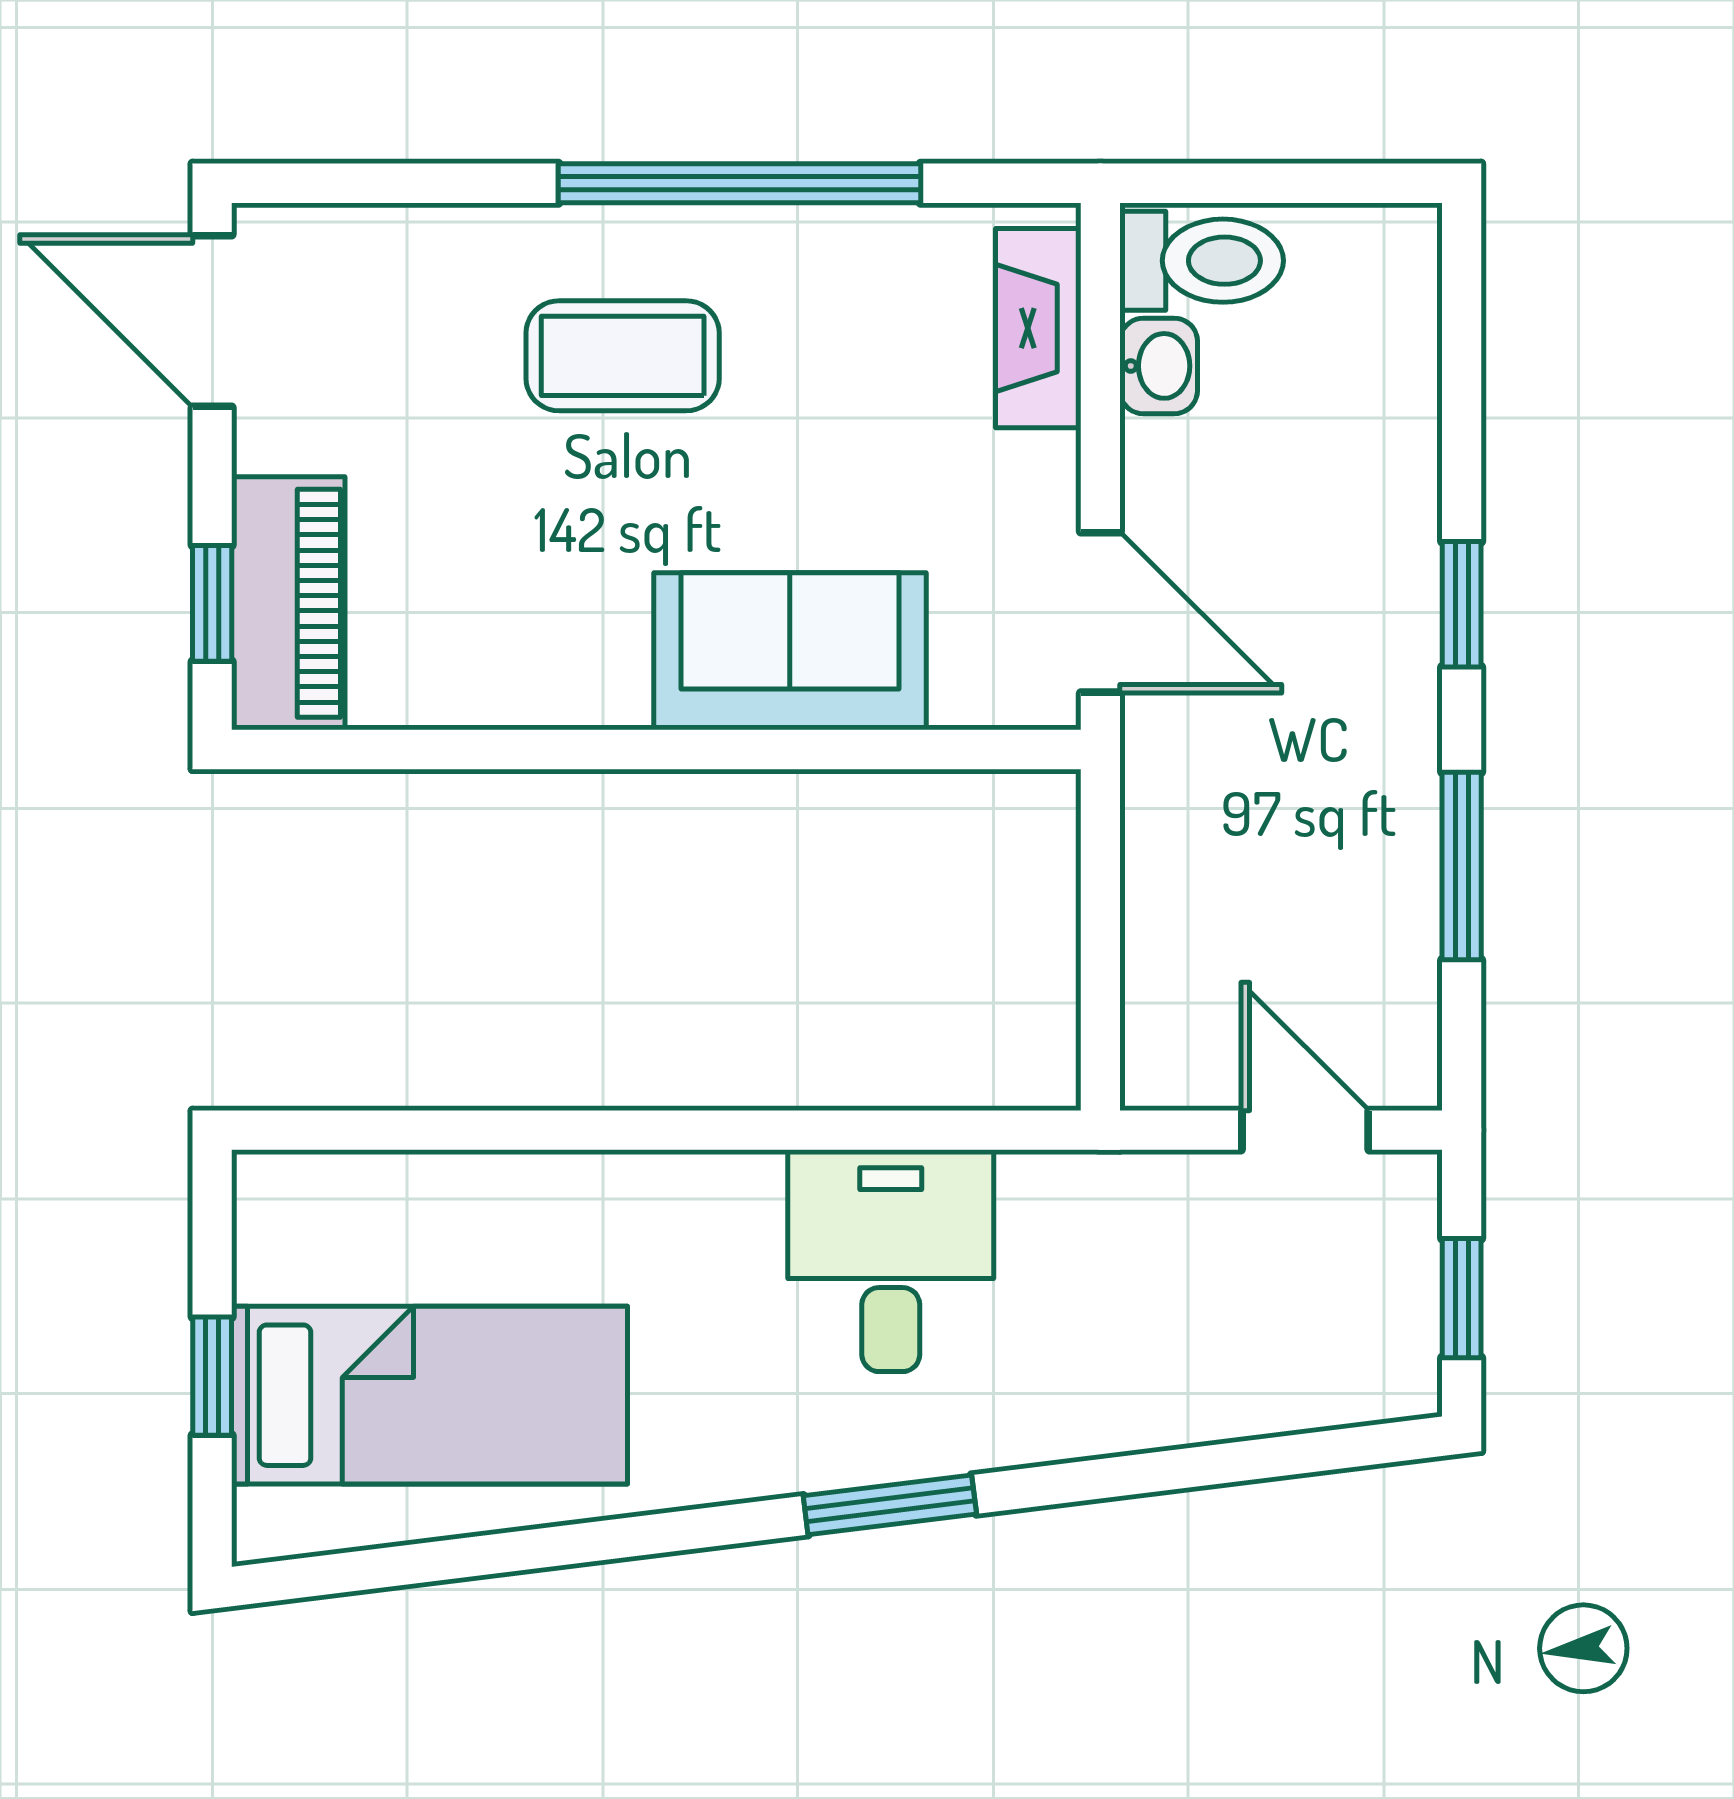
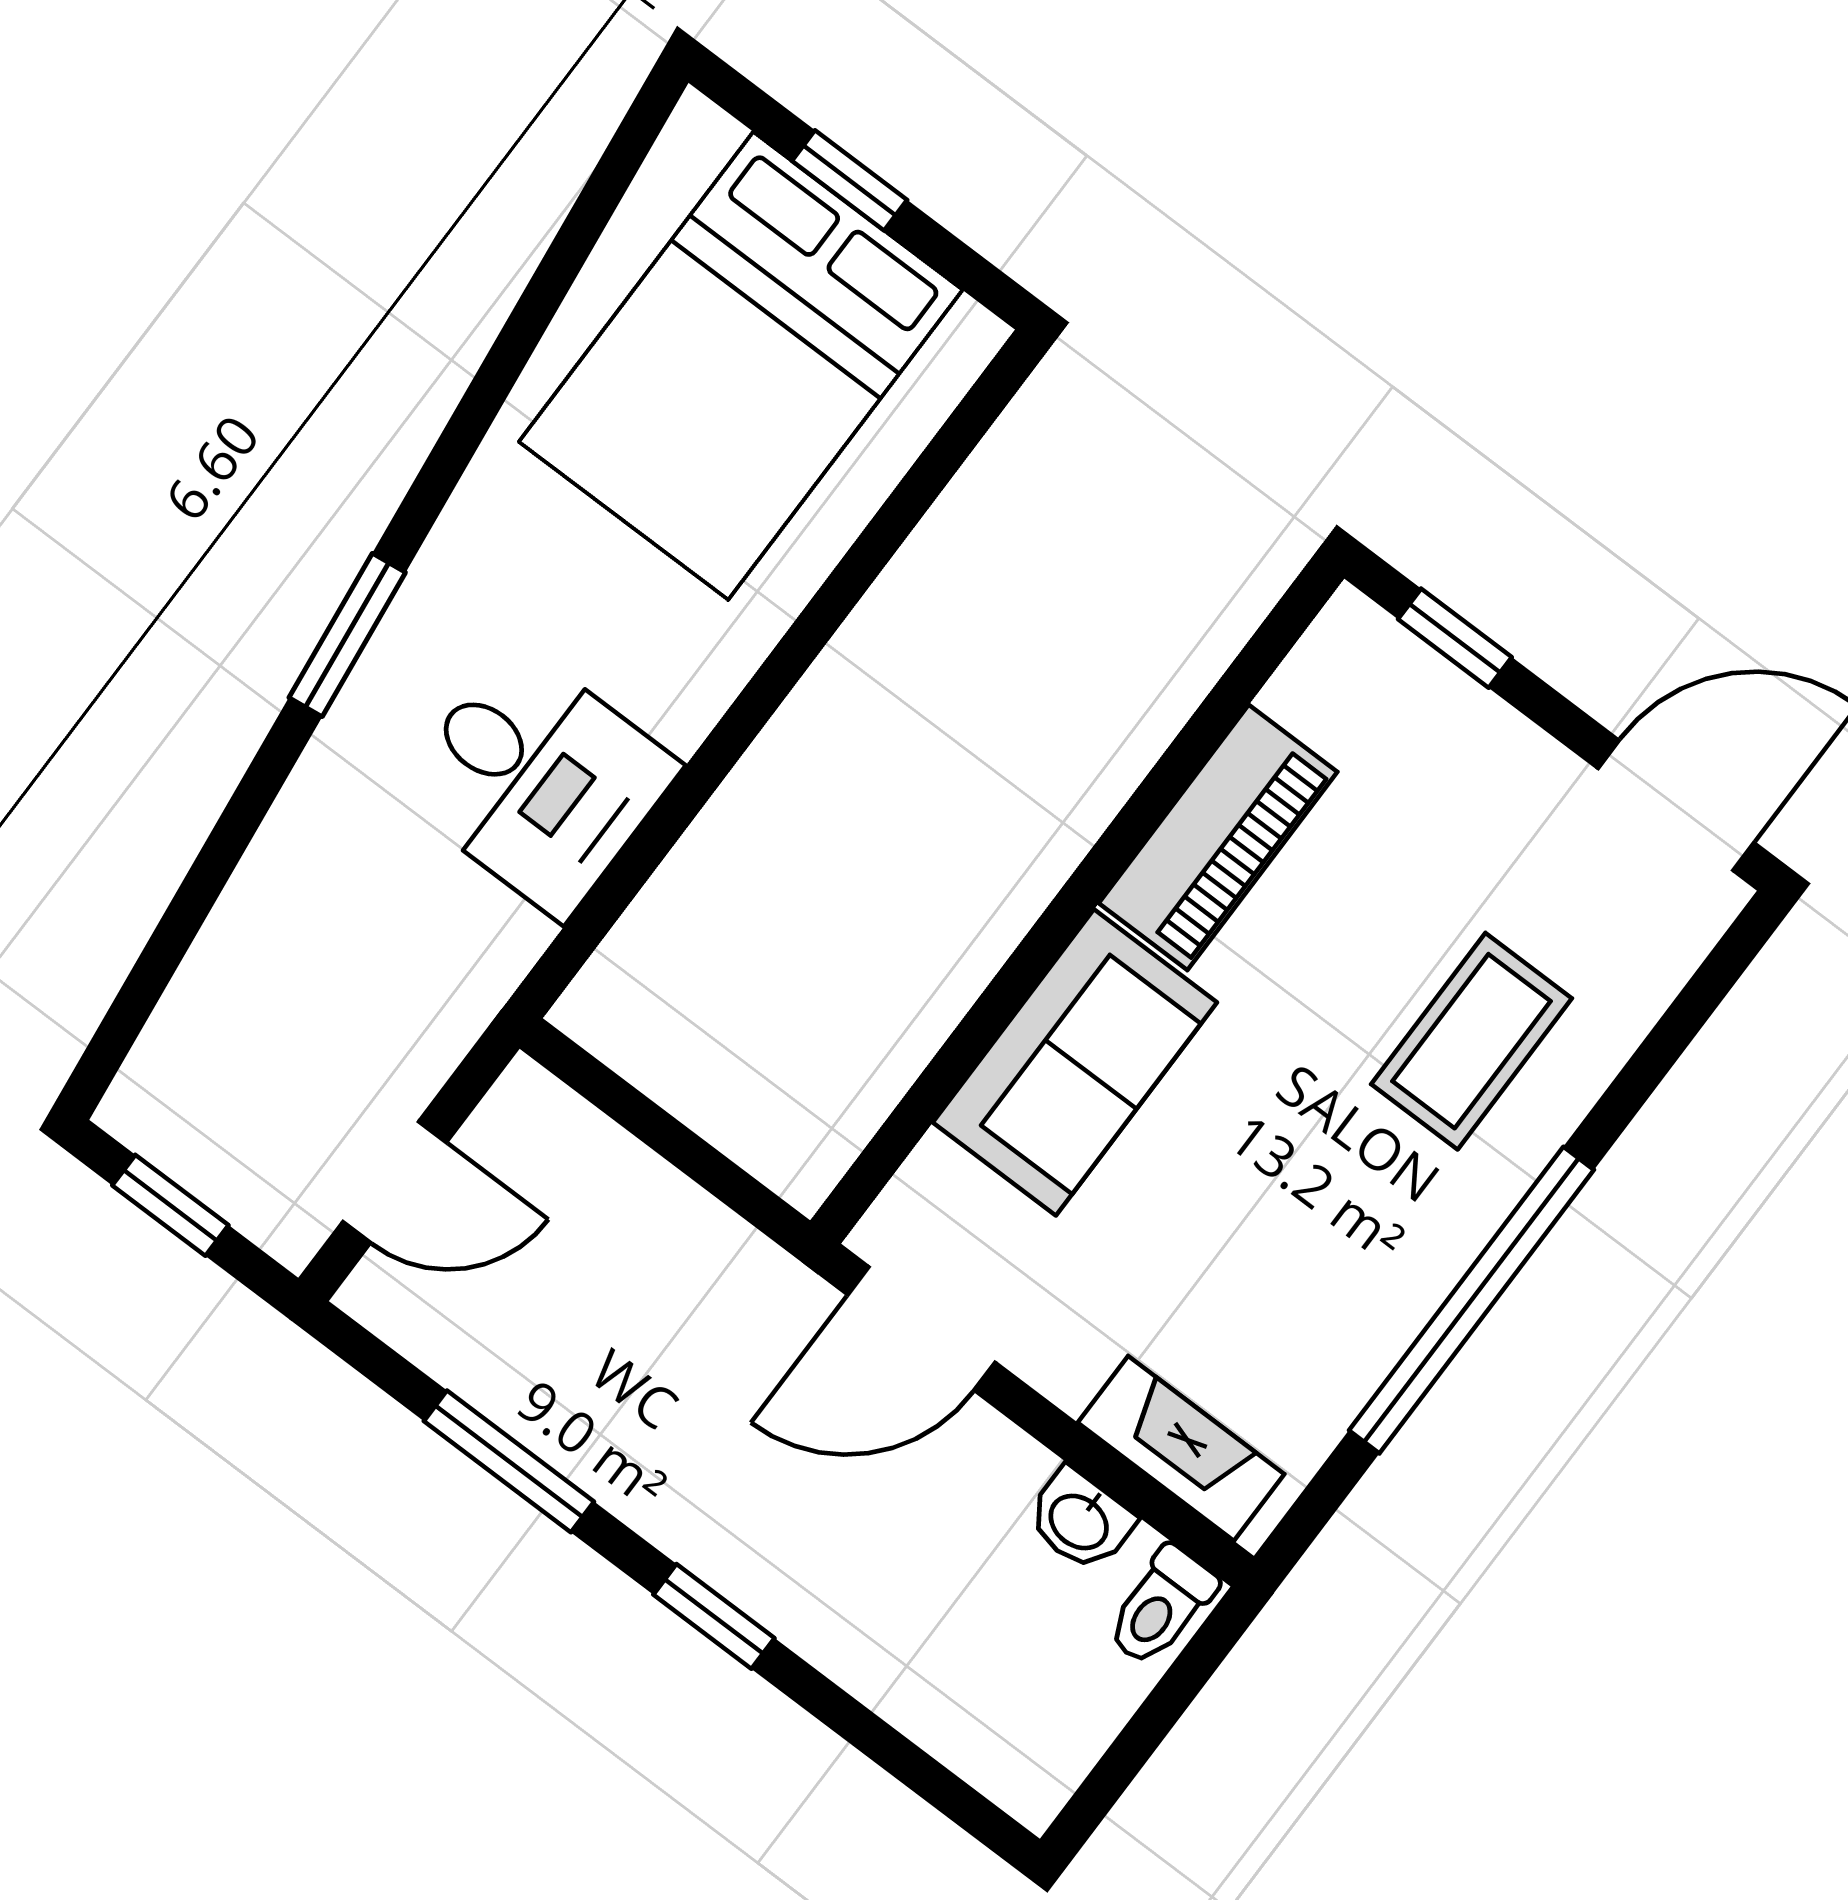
toilet: (1202, 261) -> (1161, 1606), width x0.73, depth x0.72
coffee table: (623, 356) -> (1472, 1041), moved
piano: (288, 603) -> (1218, 837), moved, turned -90
bed: (429, 1395) -> (741, 366), width x1.50

